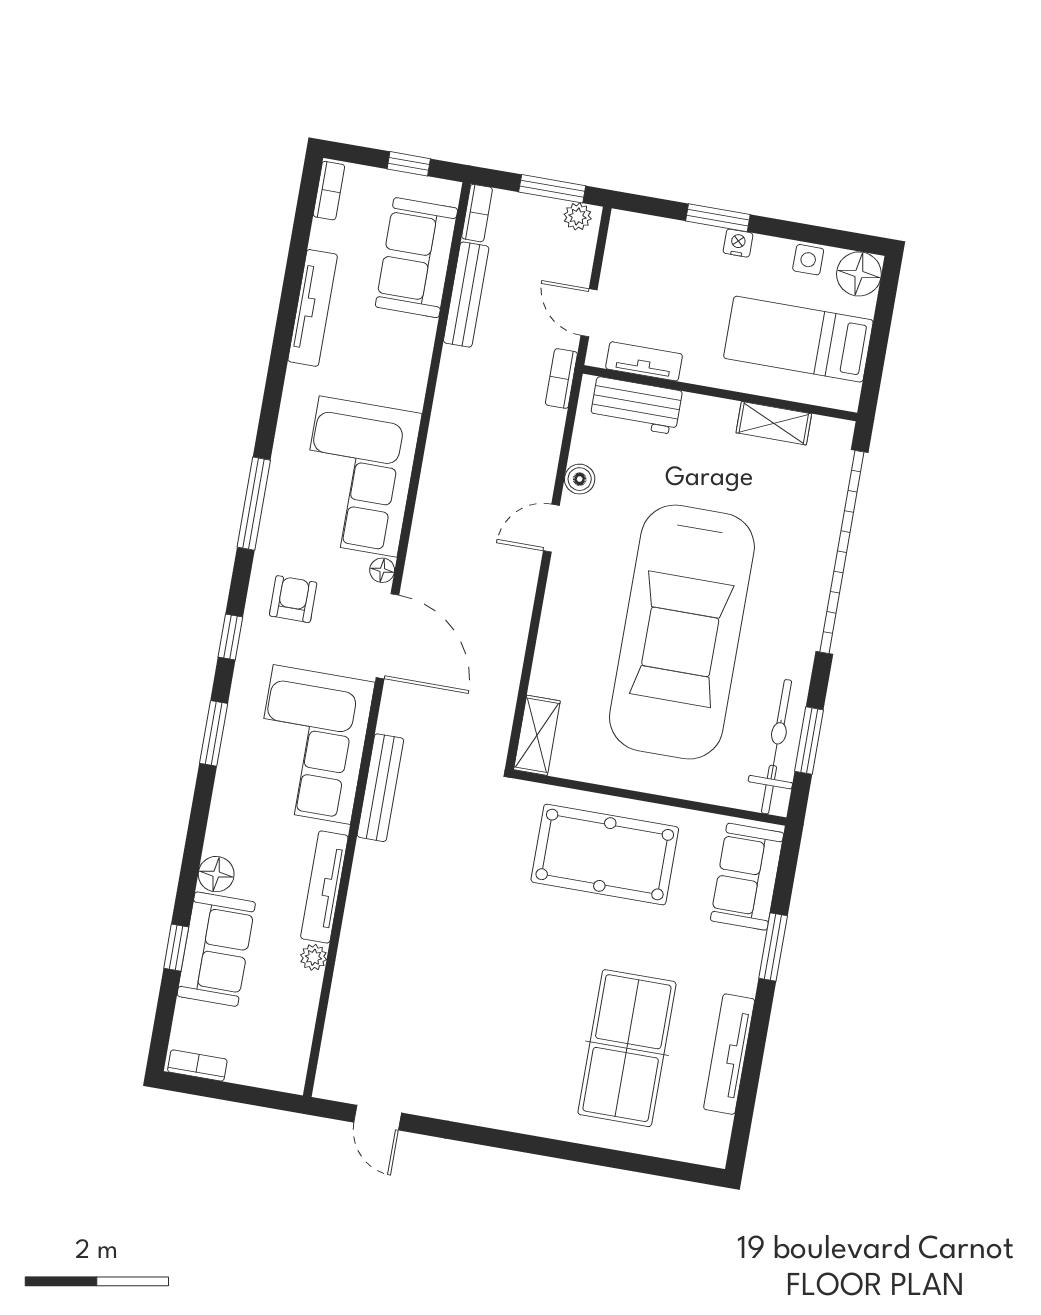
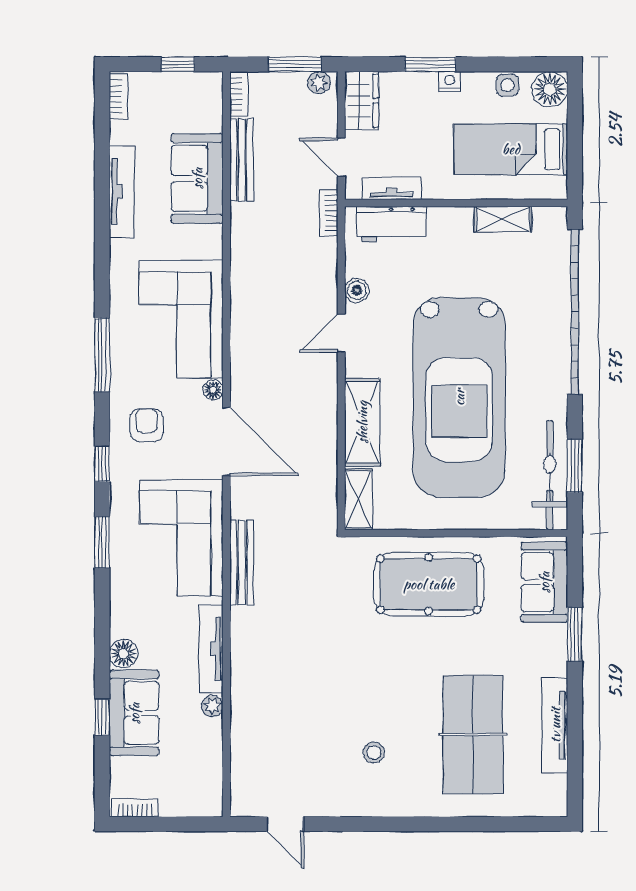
wardrobe: (626, 248) -> (362, 101), added
sofa: (416, 258) -> (197, 178), moved
shelving: (558, 642) -> (362, 422), added
stool: (501, 1049) -> (374, 753), added

